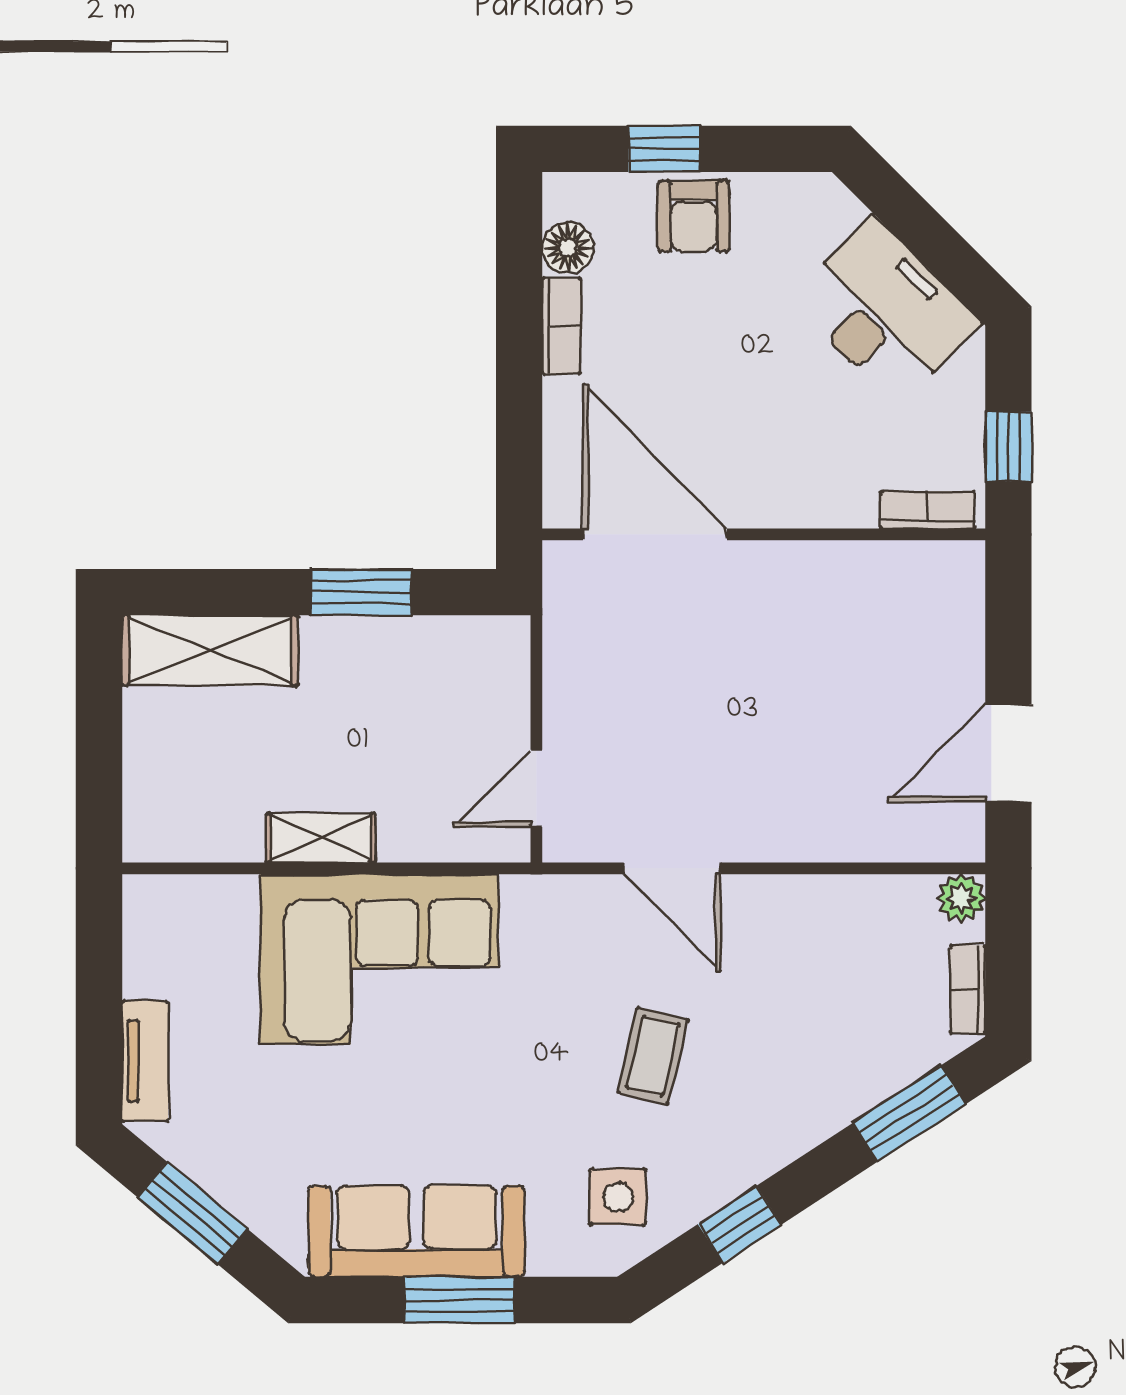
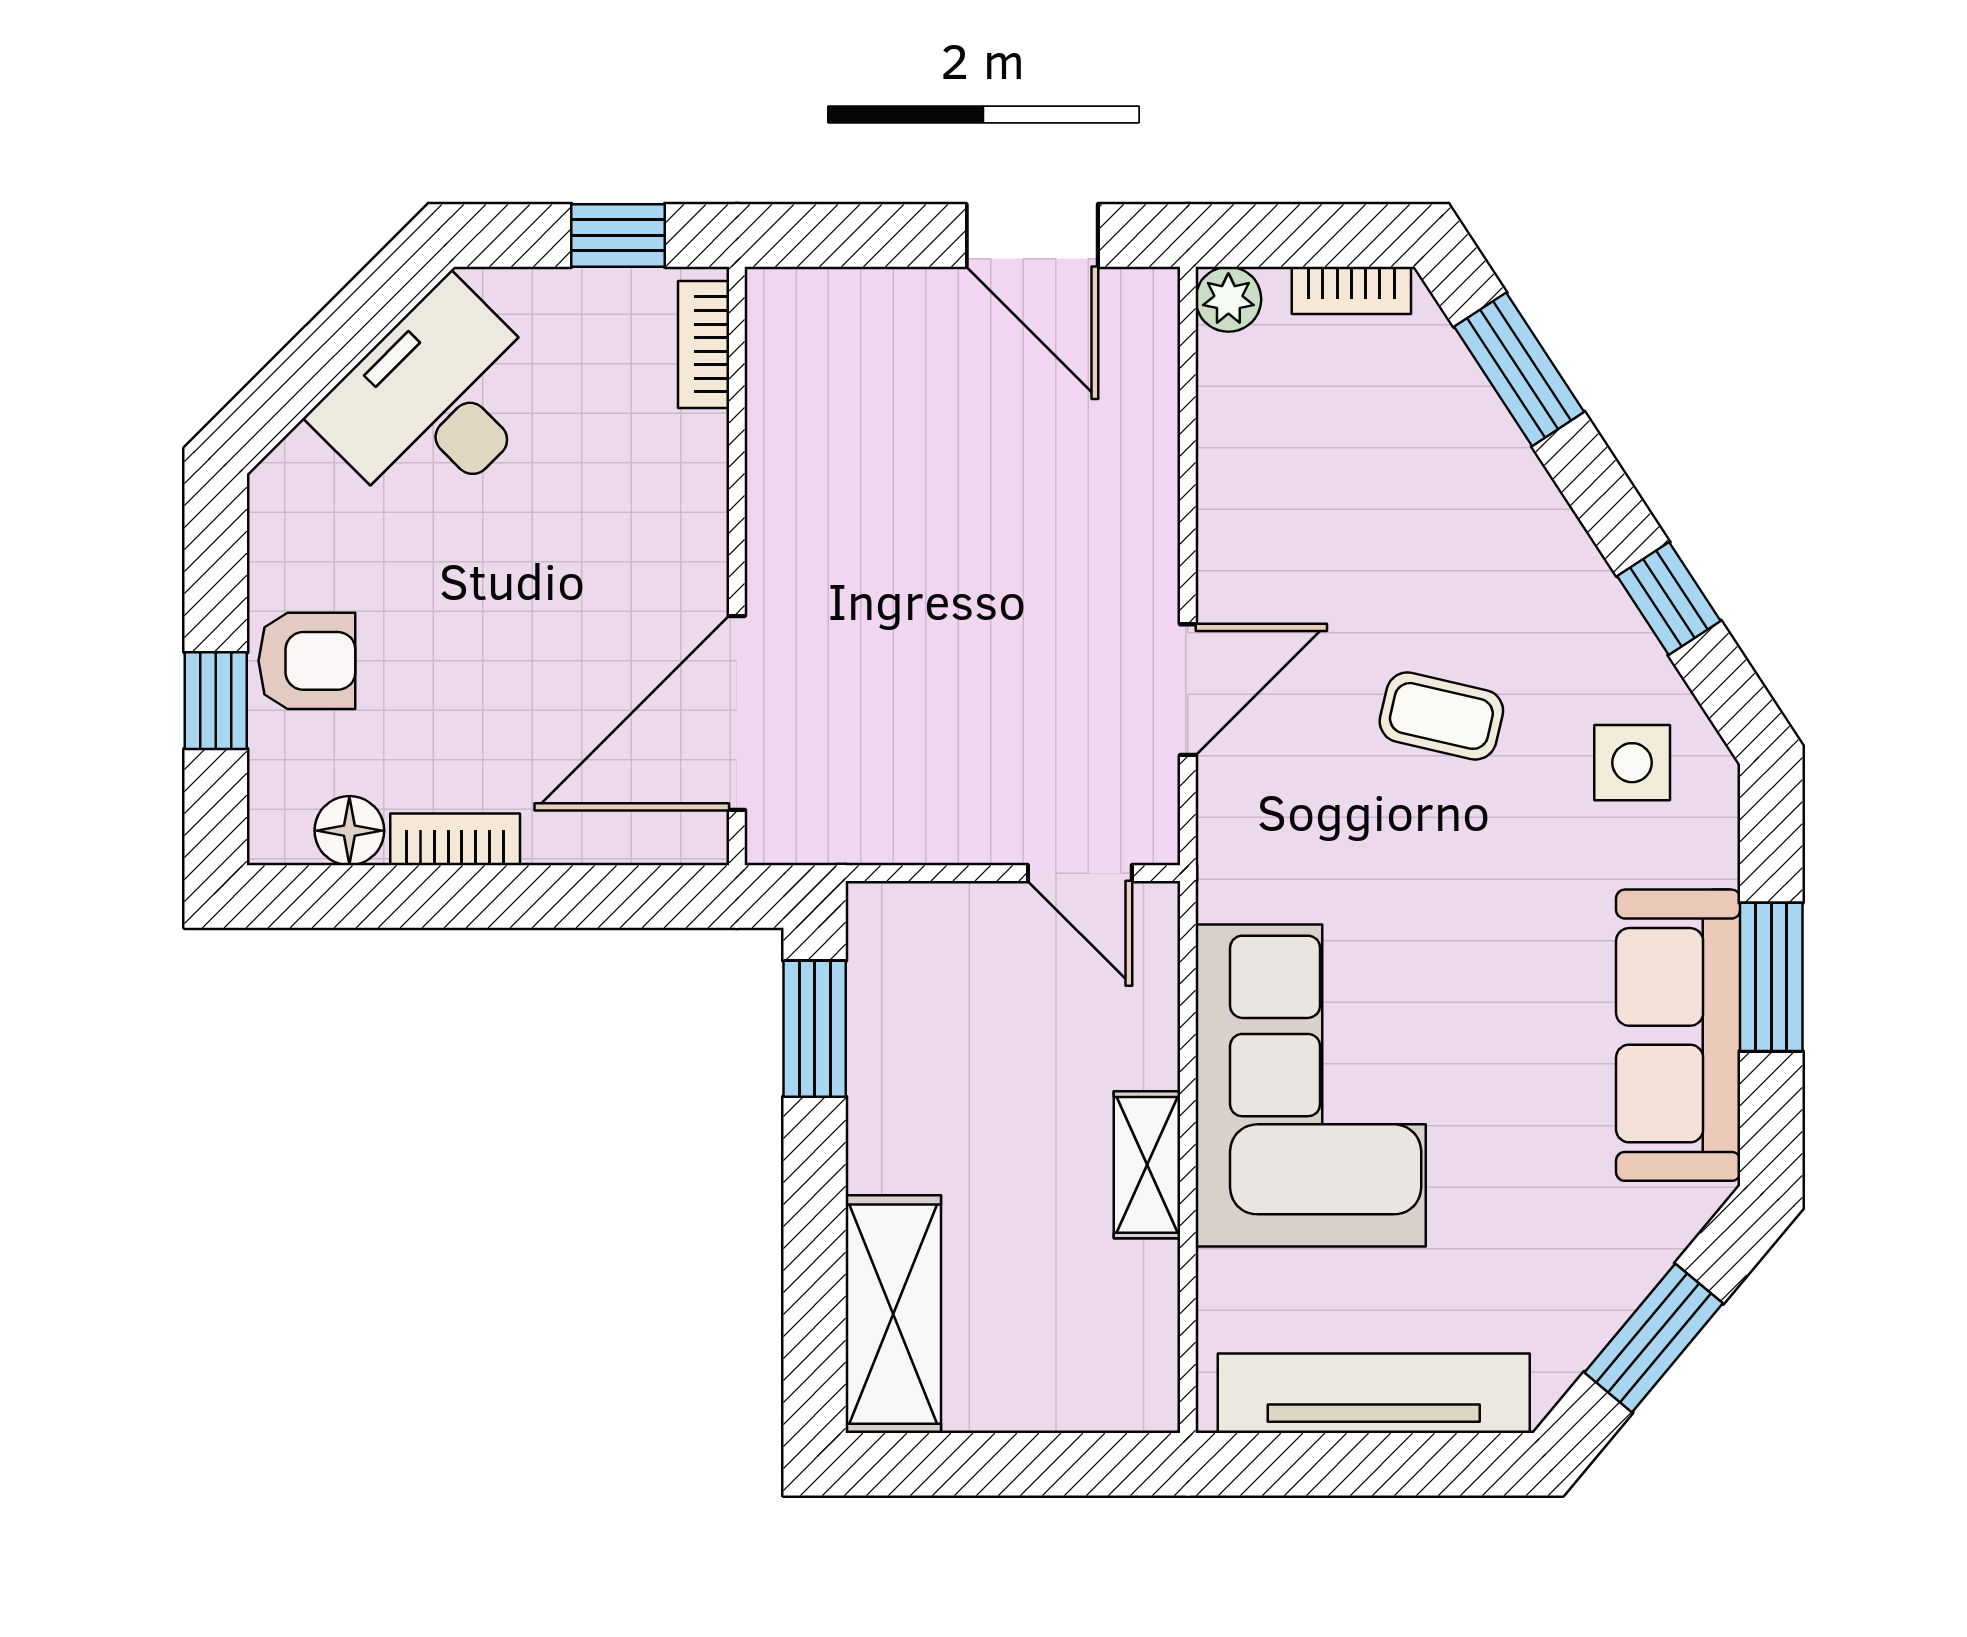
window: (362, 592) -> (815, 1029), moved
tv unit: (145, 1061) -> (1374, 1393), width x1.92, depth x1.29

